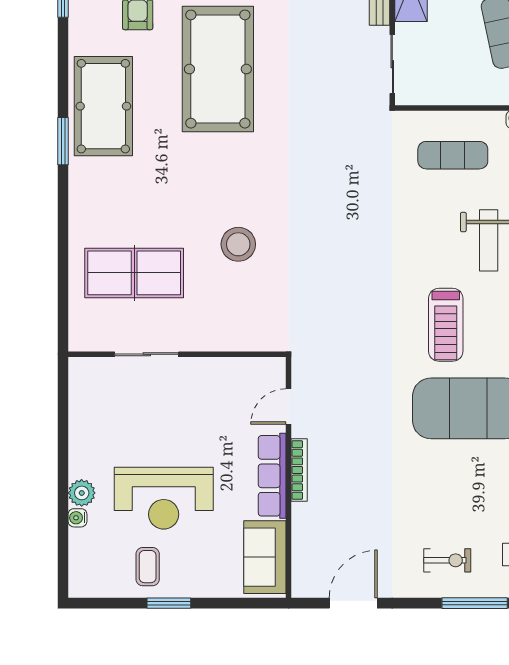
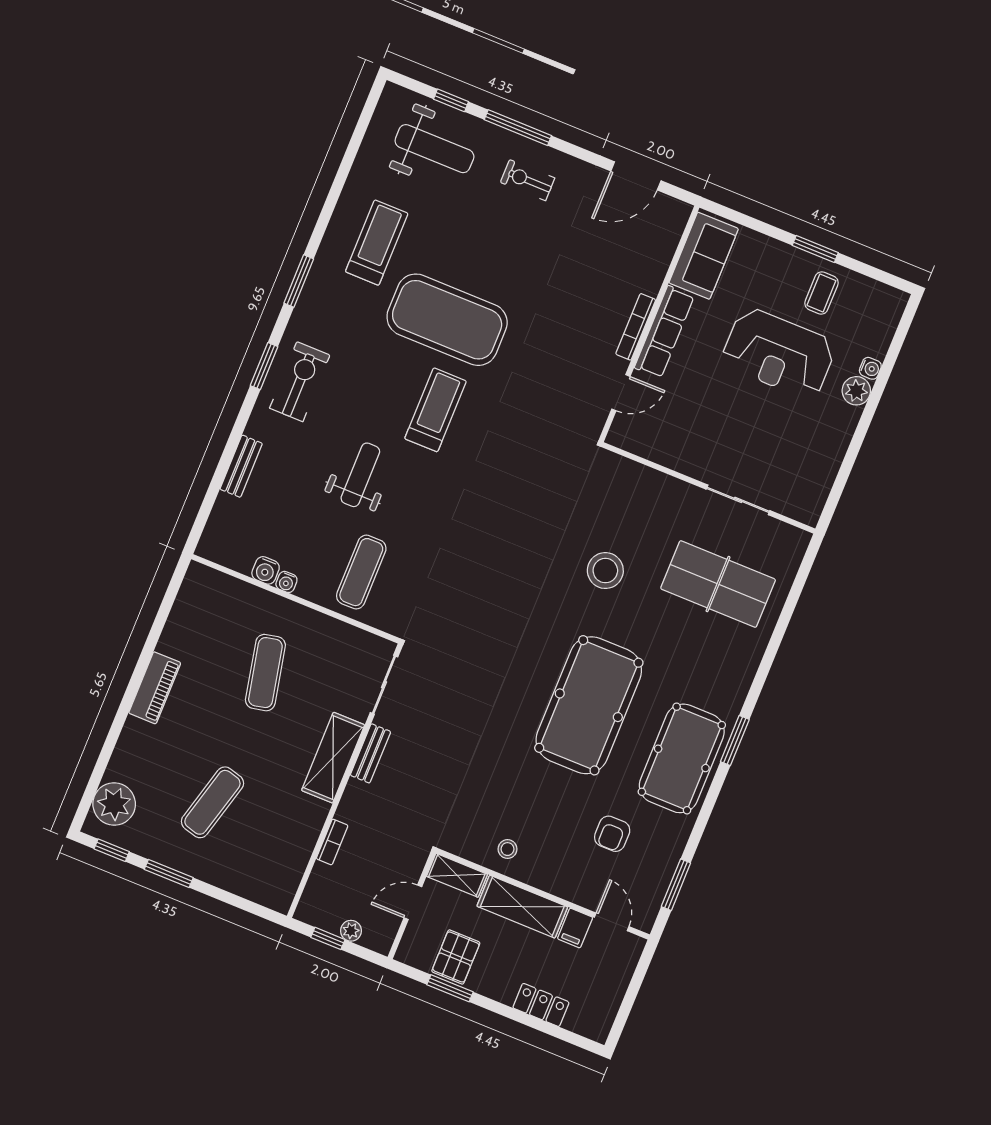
pool table: (218, 69) -> (589, 705), moved
exercise mat: (453, 155) -> (361, 572), turned 90
reception desk: (164, 498) -> (779, 353), turned 180

